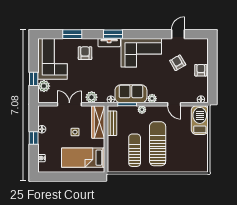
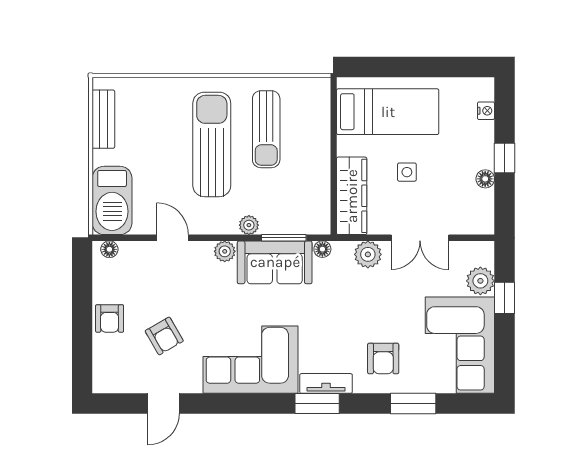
bench: (112, 123) -> (103, 119), moved
sun lounger: (158, 144) -> (212, 144), turned 180

